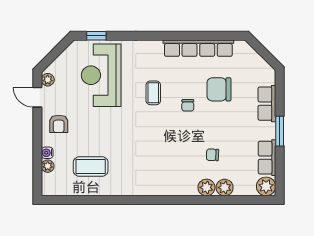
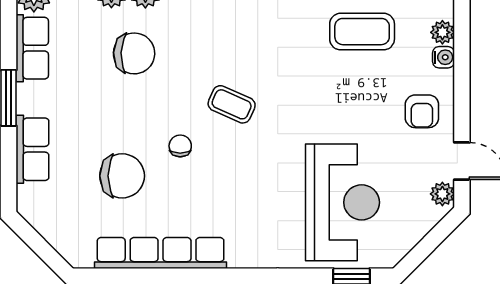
coffee table: (153, 93) -> (232, 104), moved, turned -66
armchair: (59, 124) -> (422, 111), turned 180
chair: (212, 155) -> (134, 53), width x1.87, depth x1.87

